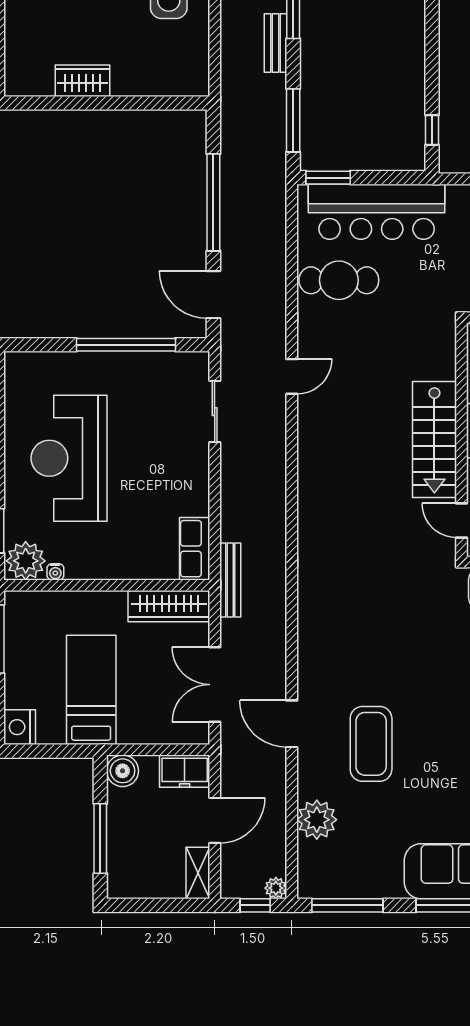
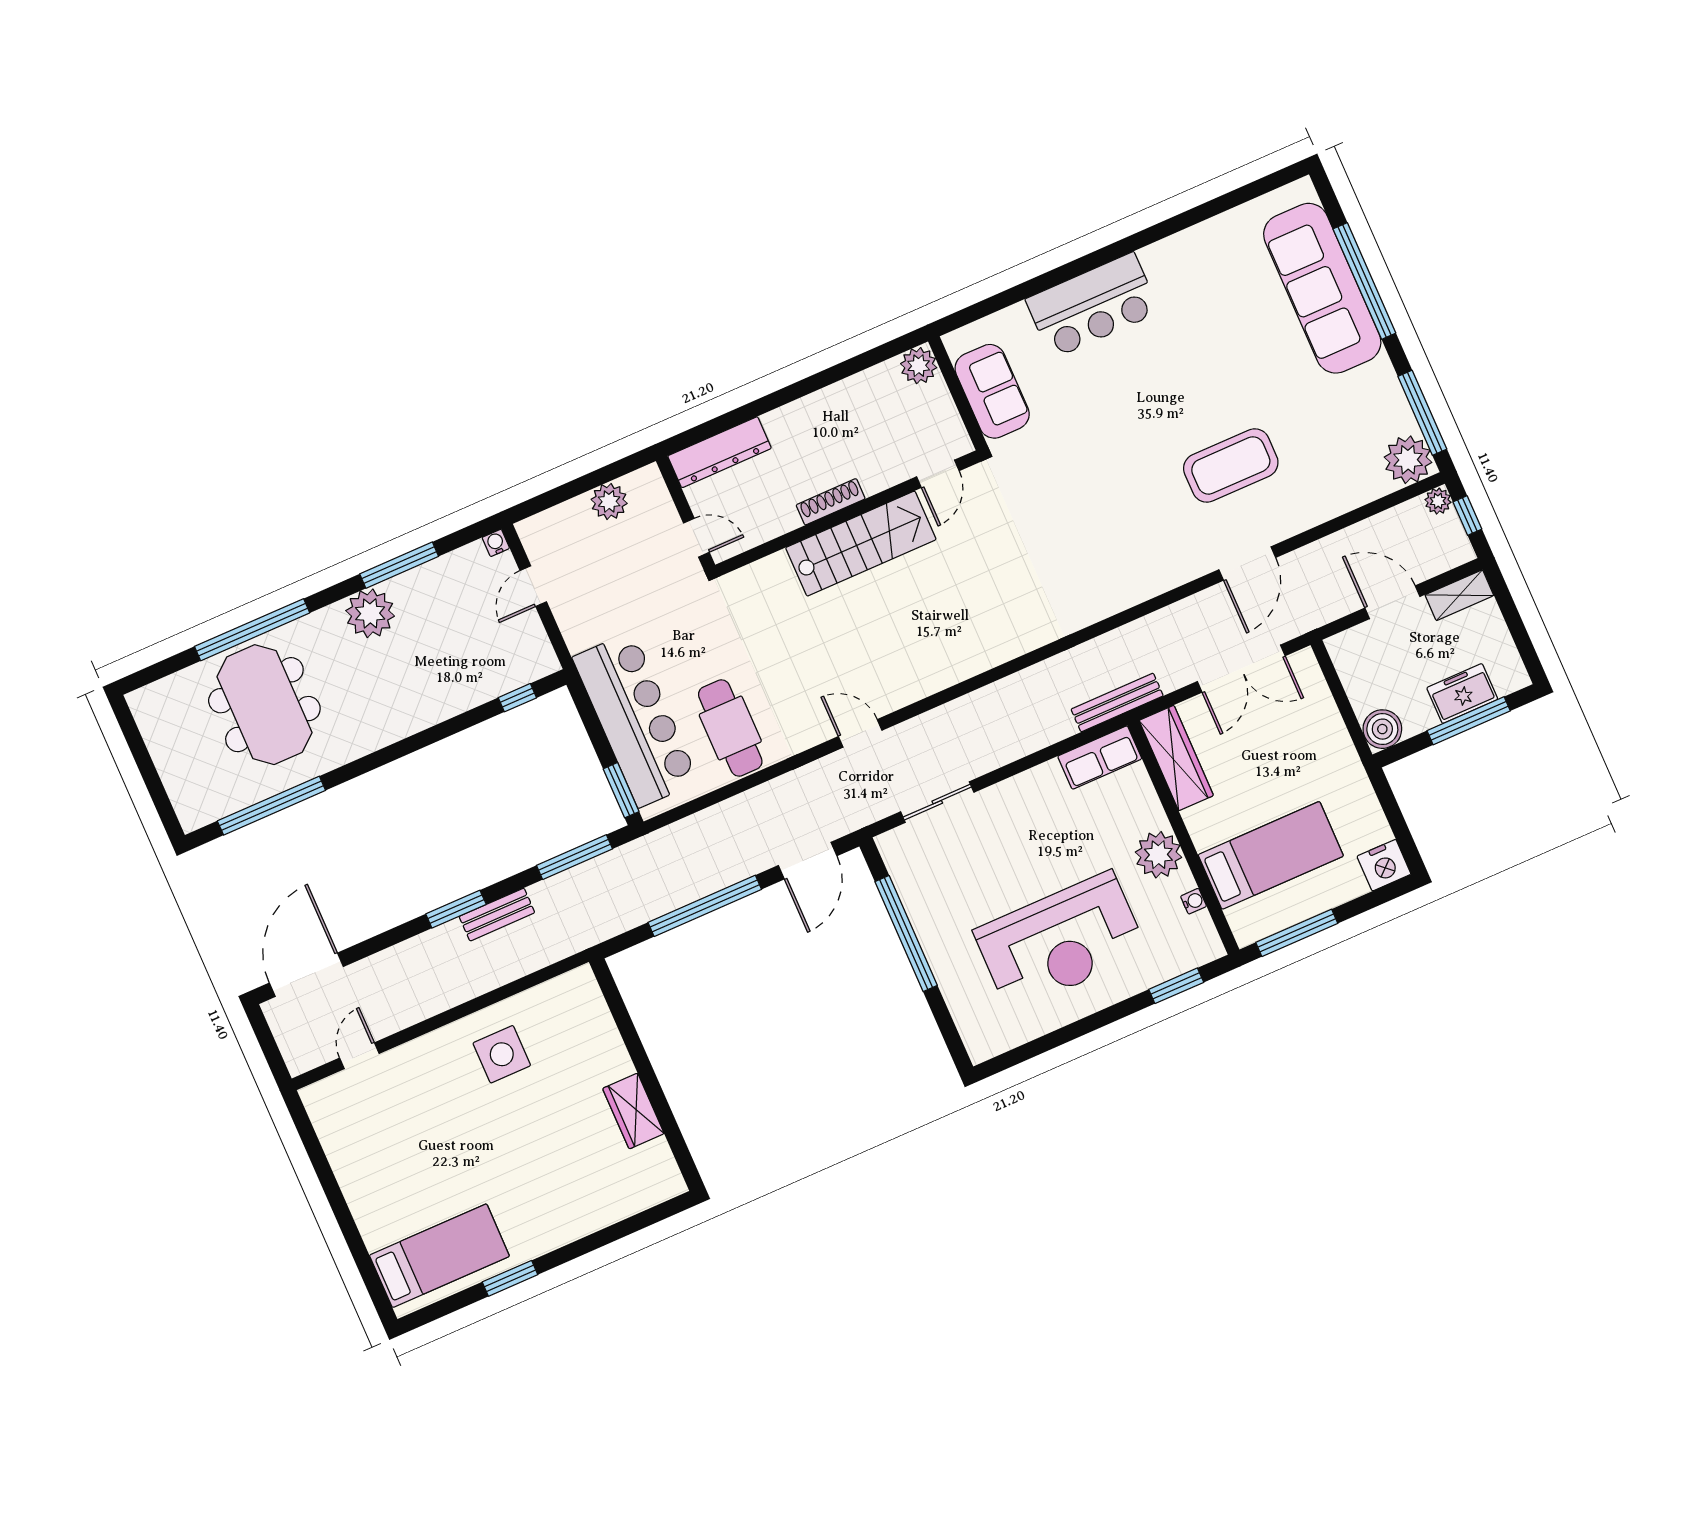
plant: (26, 561) -> (1158, 855), moved
bed: (91, 690) -> (1271, 855), moved, turned 180
freezer: (185, 771) -> (1462, 693), moved, turned -90
plant: (317, 820) -> (1408, 460), moved

